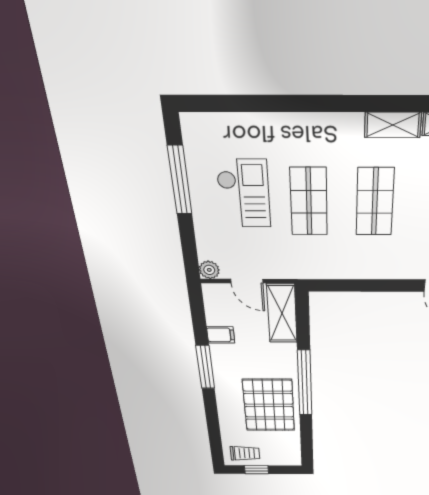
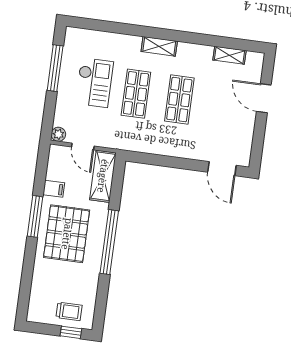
shelving: (393, 125) -> (159, 46), moved
pallet: (269, 405) -> (67, 234), moved
trolley: (245, 453) -> (69, 311), moved
window: (257, 470) -> (71, 332), moved

